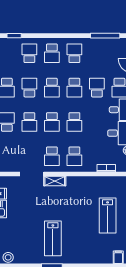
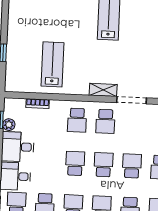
school desk: (52, 156) -> (105, 121), turned 180
school desk: (74, 156) -> (77, 120), turned 180
lab bench: (108, 215) -> (52, 64), moved

